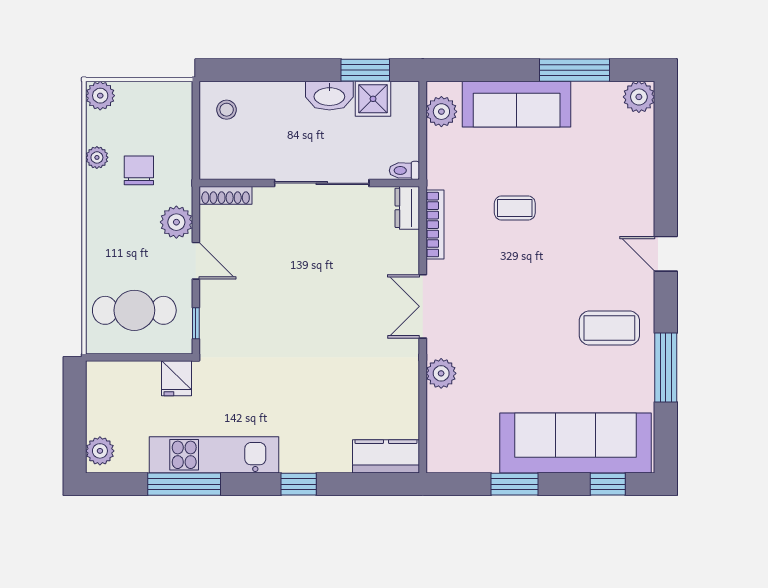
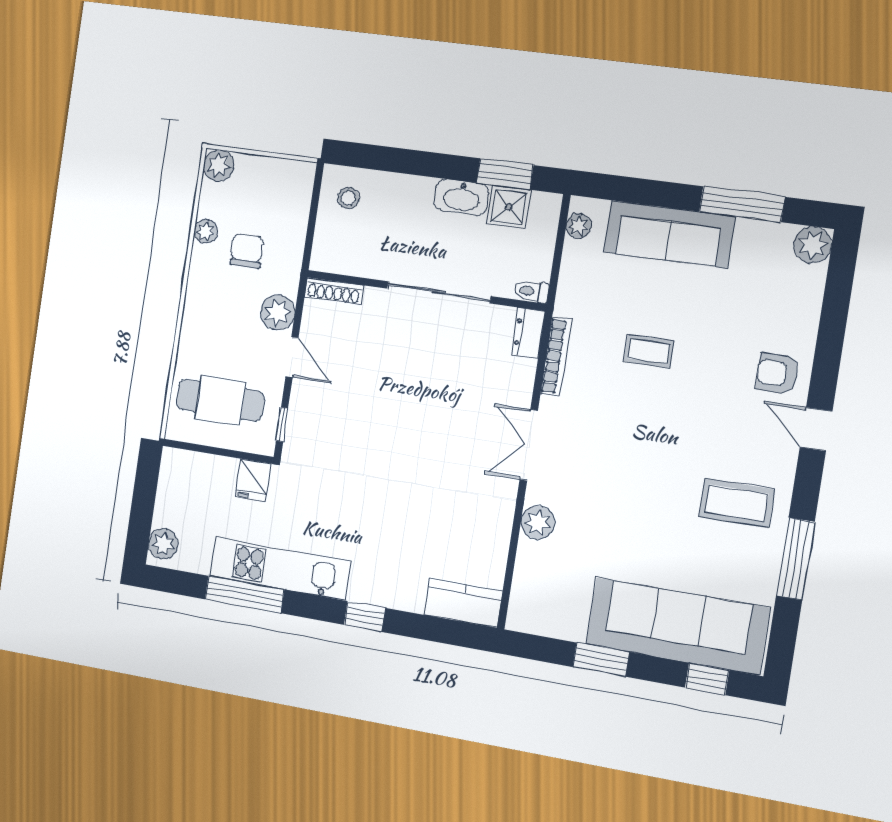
plant: (441, 112) -> (579, 226), width x0.73, depth x0.73
armchair: (626, 211) -> (777, 373), added

